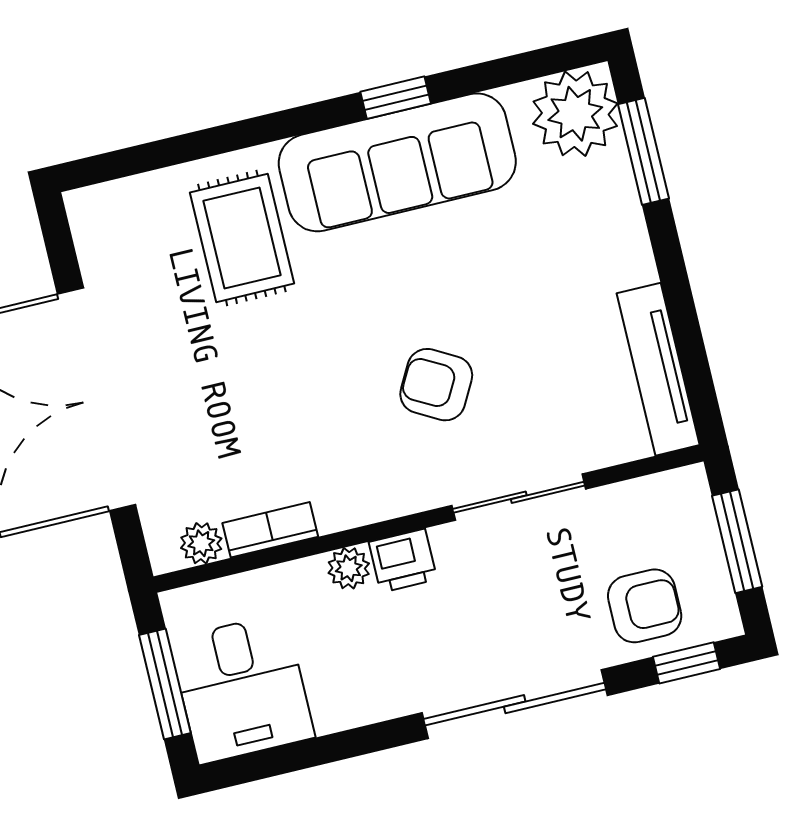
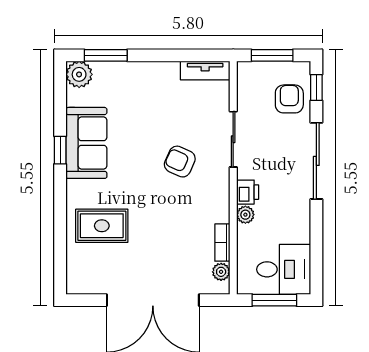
plant: (575, 114) -> (79, 74), width x0.73, depth x0.73
sofa: (397, 162) -> (86, 143), width x0.73
tv unit: (658, 369) -> (205, 71), width x0.71
armchair: (436, 385) -> (180, 162), turned 85

